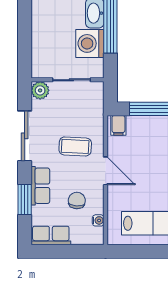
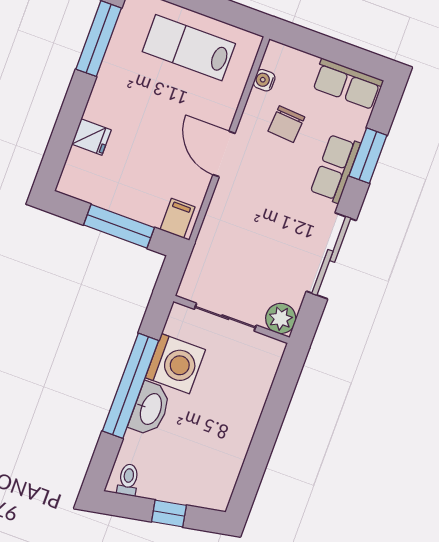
coffee table: (75, 146) -> (258, 210), removed

